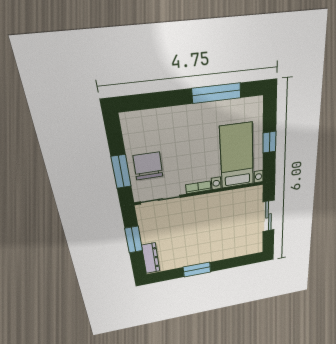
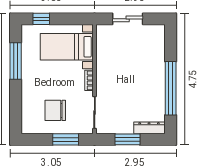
window: (269, 142) -> (41, 19), moved
chair: (148, 166) -> (55, 110), moved
window: (197, 270) -> (171, 88), width x2.11

